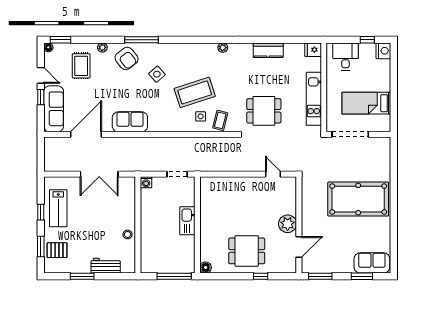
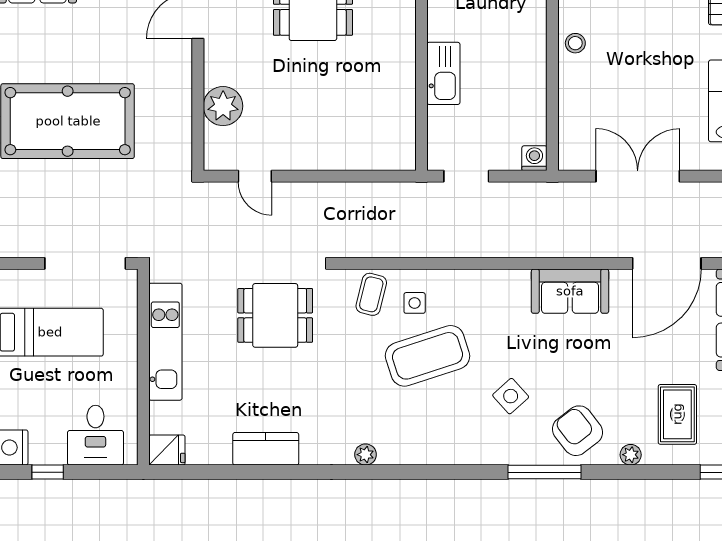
plant: (288, 224) -> (223, 106), moved

